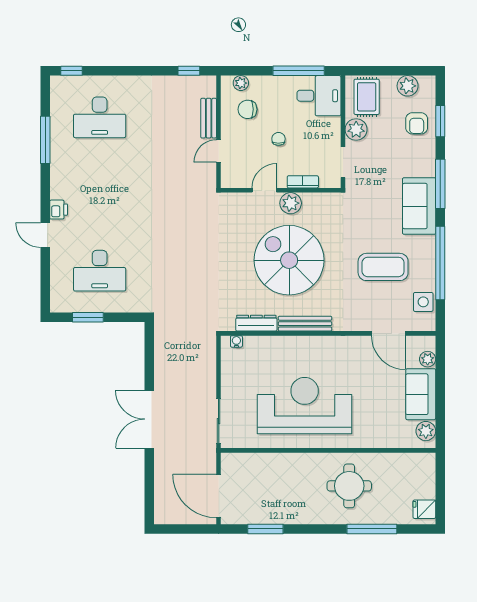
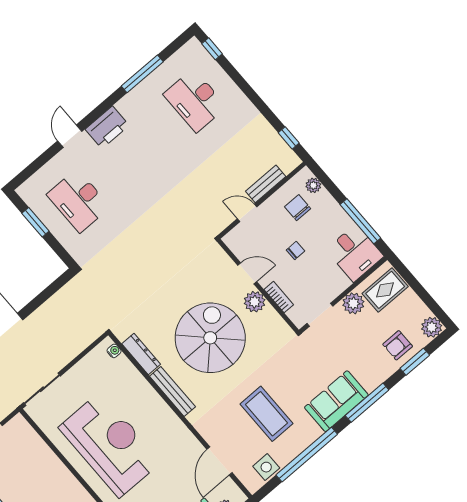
plant: (408, 86) -> (432, 327), moved
printer: (59, 210) -> (107, 127), width x1.87, depth x1.48

